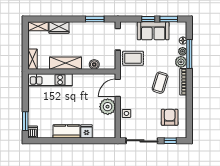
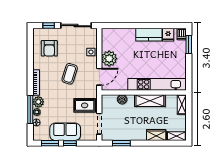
kitchen unit: (50, 80) -> (157, 84), width x1.36
coffee table: (160, 83) -> (70, 74), moved
fridge: (87, 131) -> (168, 35), moved

